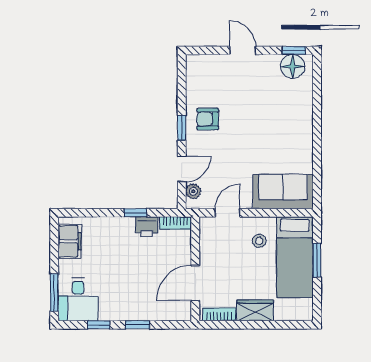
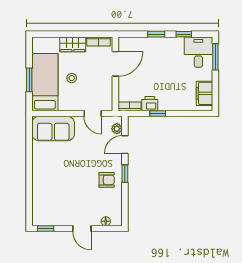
floor lamp: (293, 66) -> (106, 221), moved, width x0.53, depth x0.53
door: (227, 213) -> (93, 114), hinge flipped
stool: (259, 241) -> (72, 78), moved

